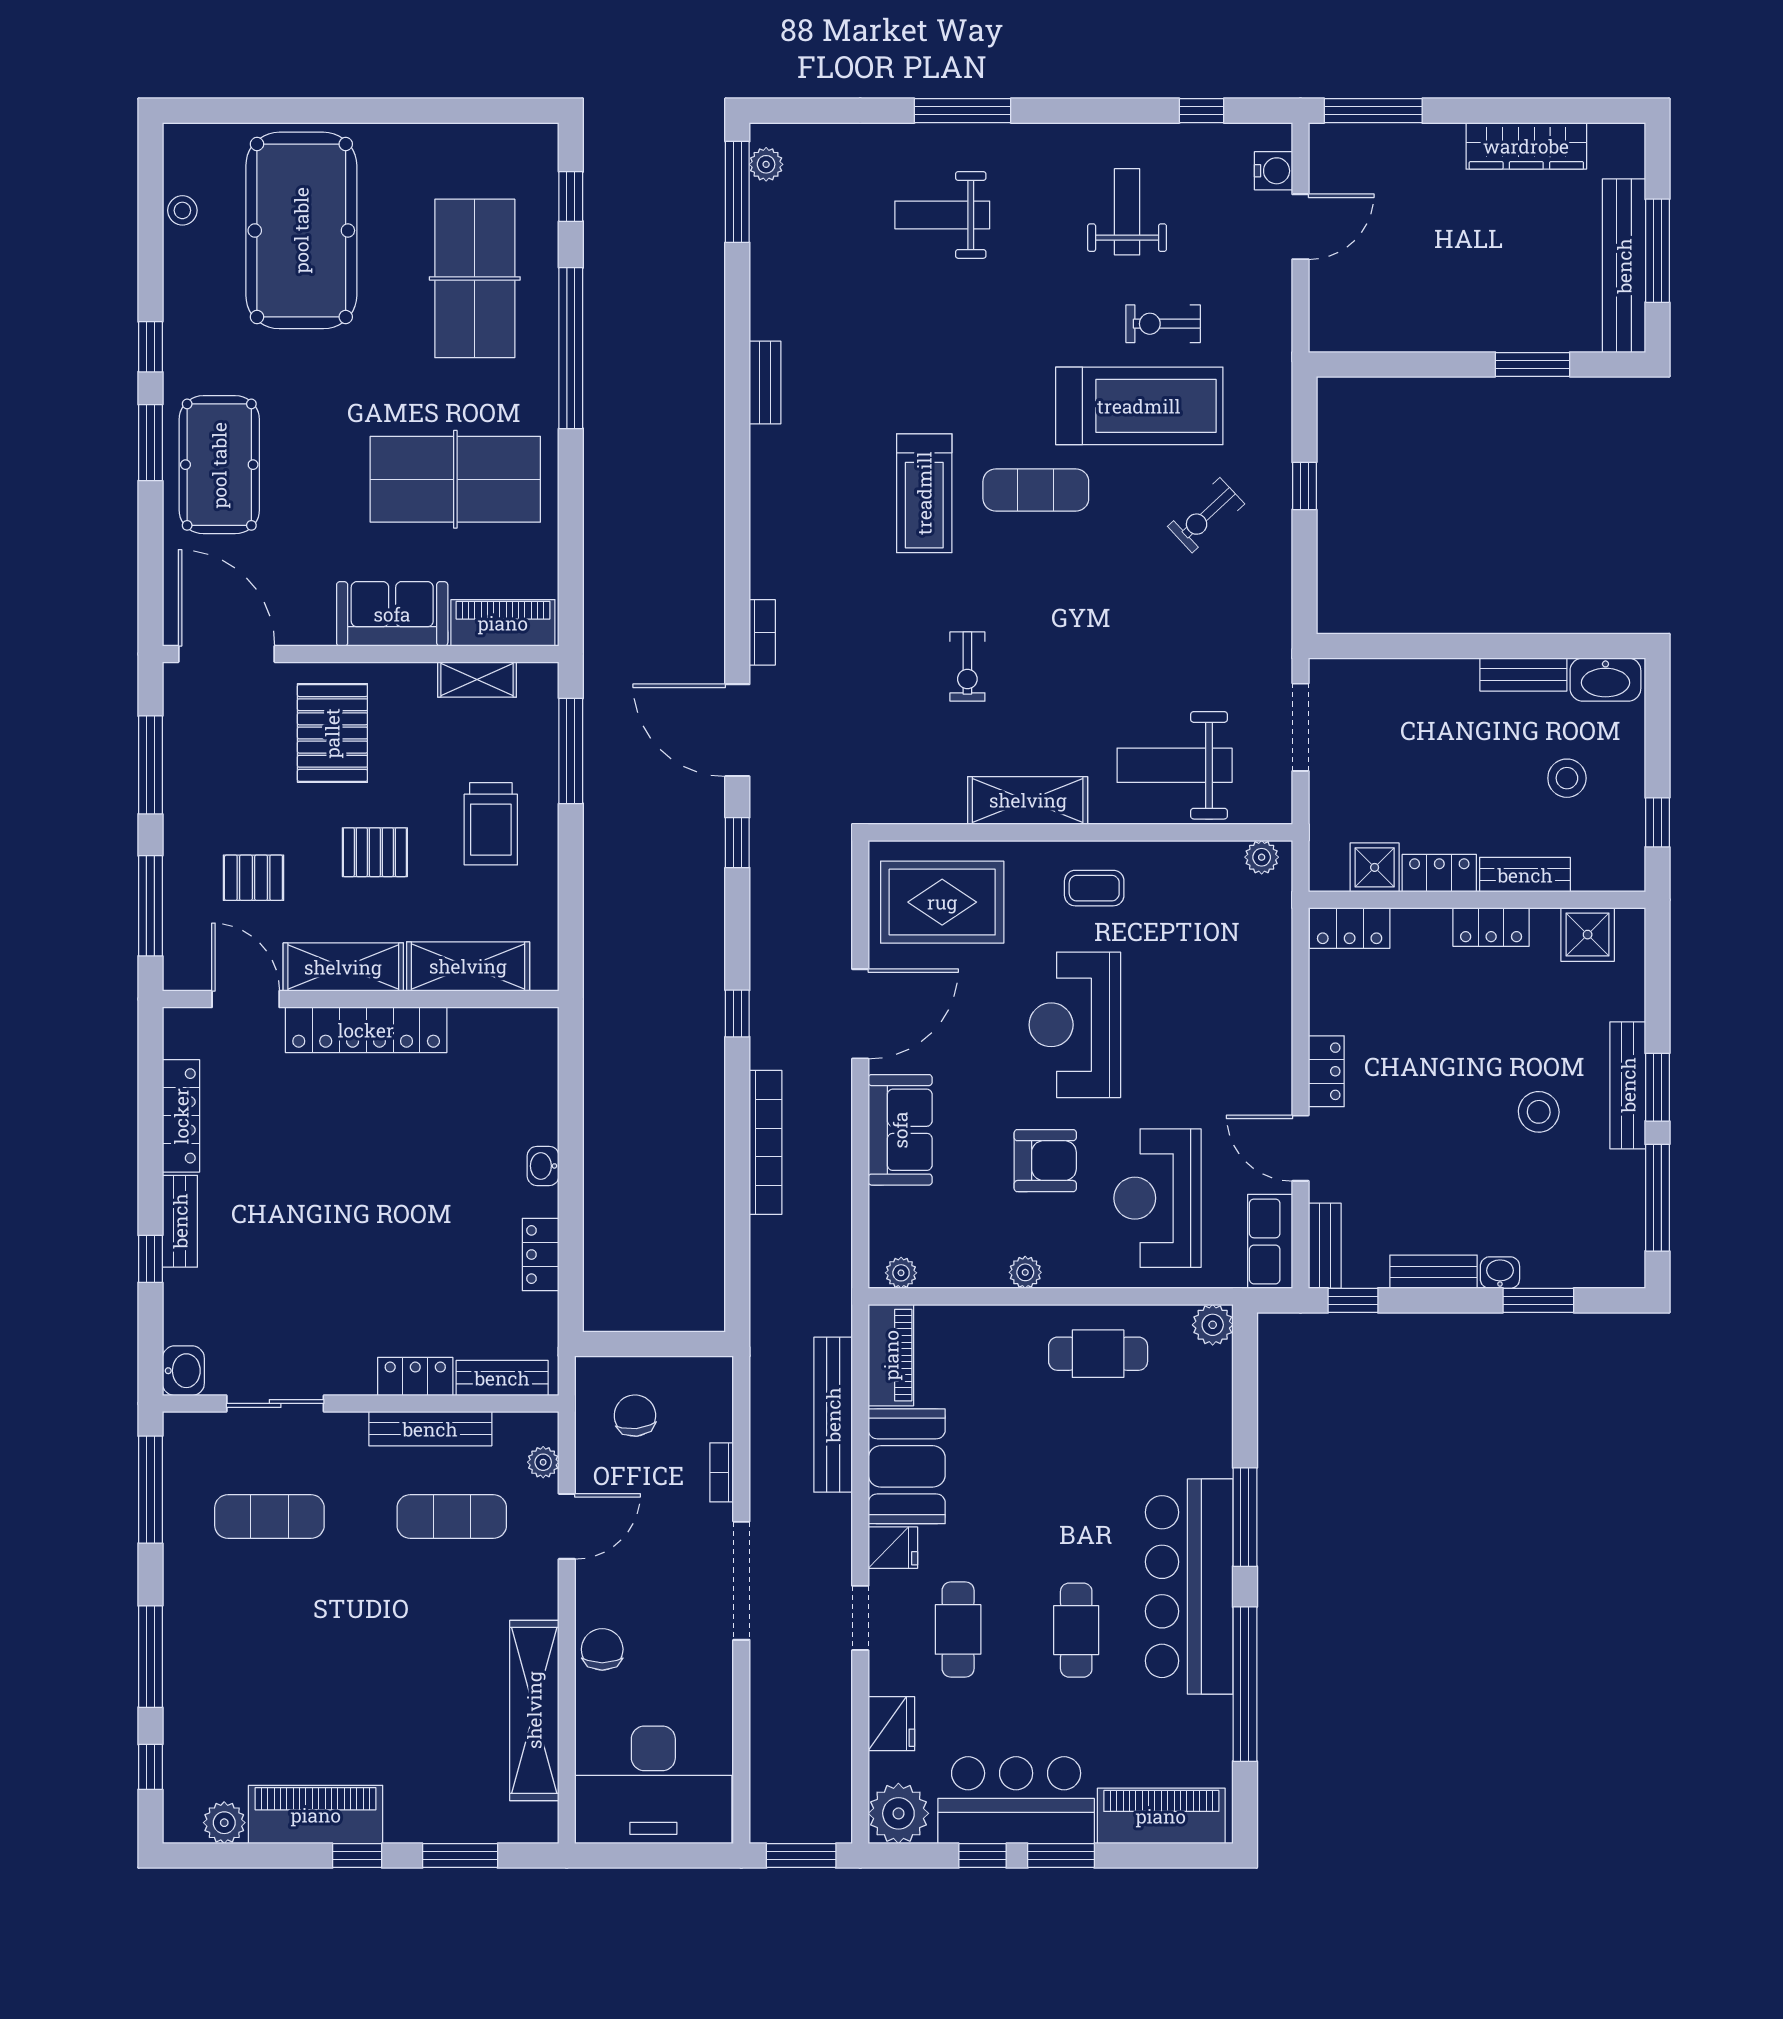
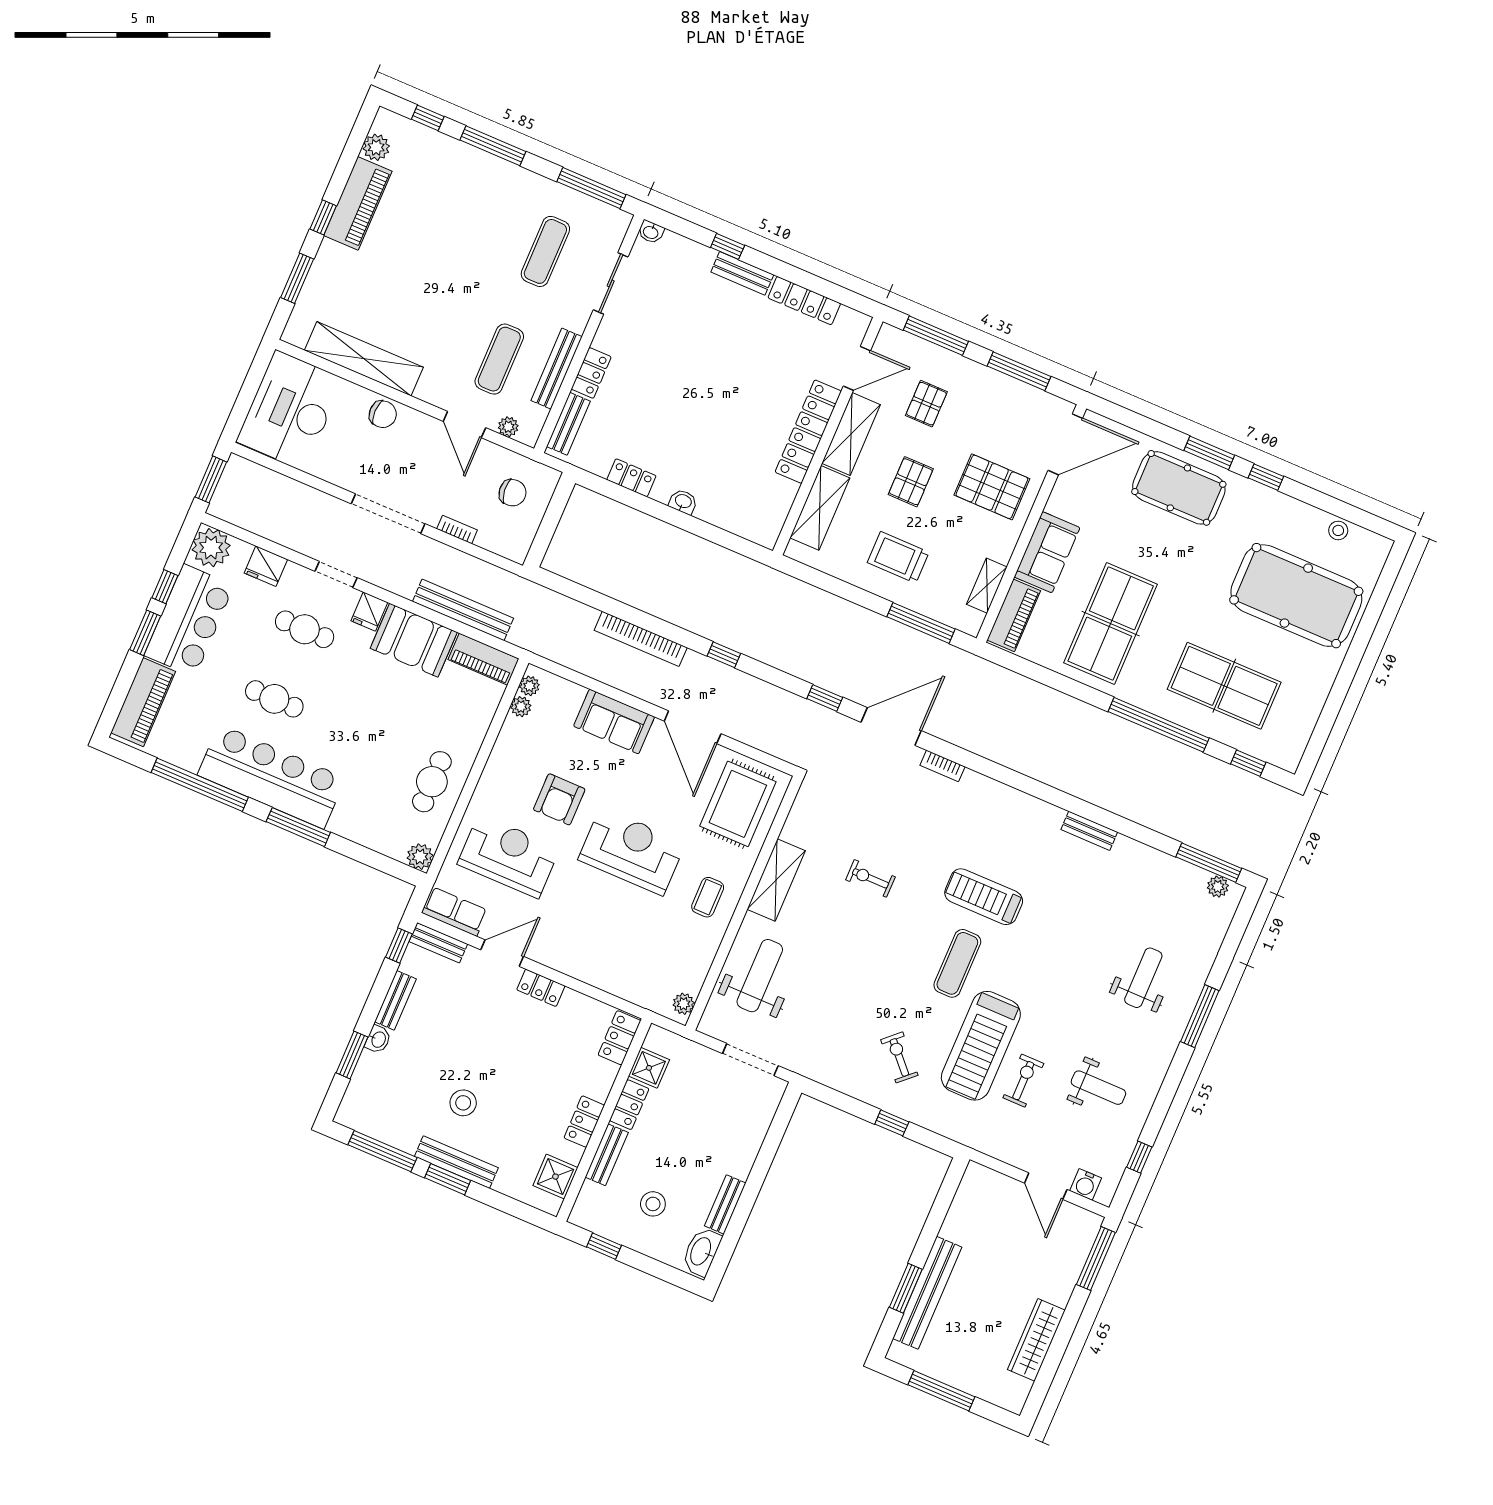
bench: (1624, 266) -> (927, 1293), moved, turned 90
plant: (1025, 1272) -> (521, 707), moved
washbasin: (183, 1371) -> (651, 232), width x0.72, depth x0.69

